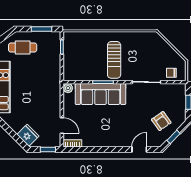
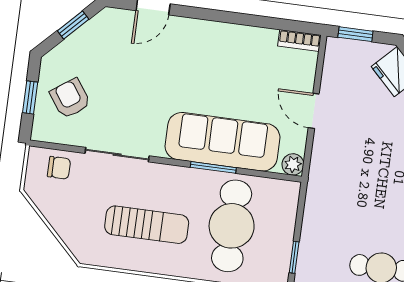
cafe table: (91, 57) -> (232, 226), added
sun lounger: (114, 60) -> (147, 225), moved, turned 90
armchair: (161, 121) -> (70, 98), moved
door: (62, 125) -> (314, 111), moved

